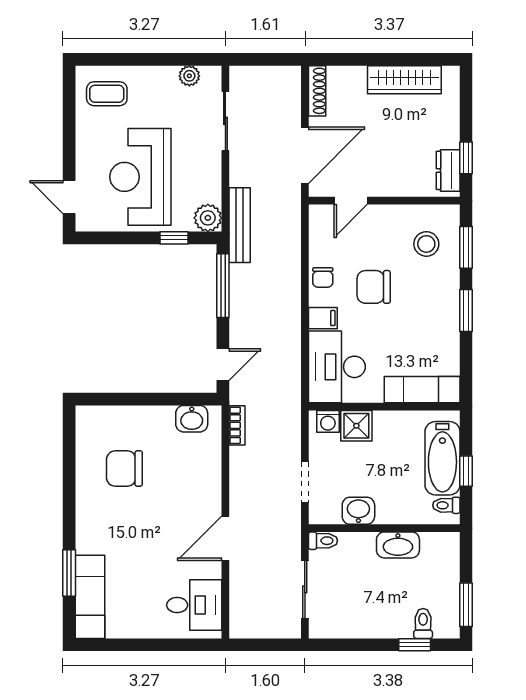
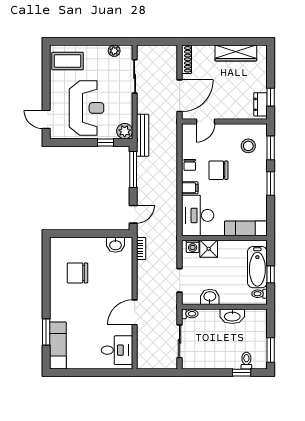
coffee table: (107, 94) -> (68, 61), width x1.36, depth x1.30
reception desk: (140, 177) -> (86, 108), turned 180

